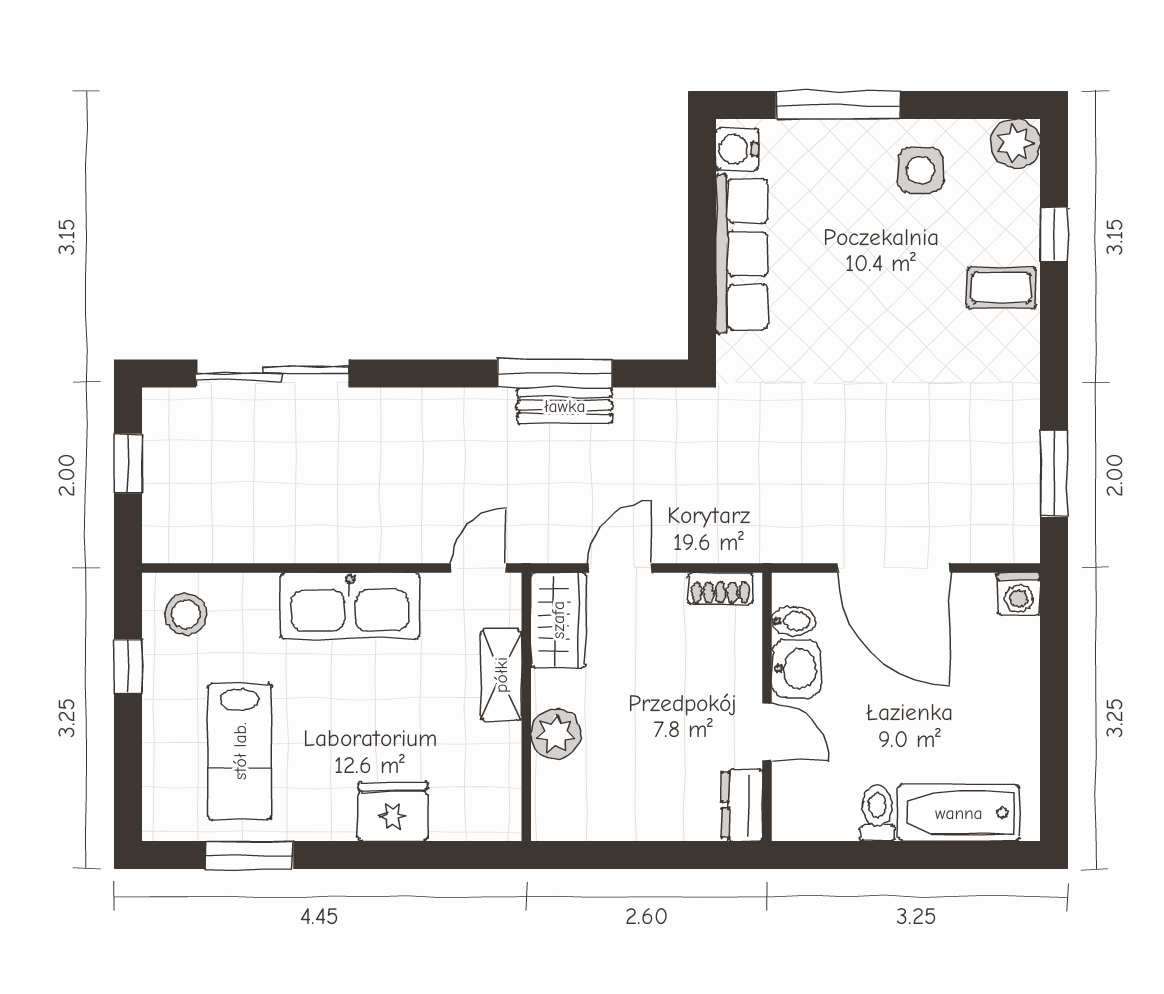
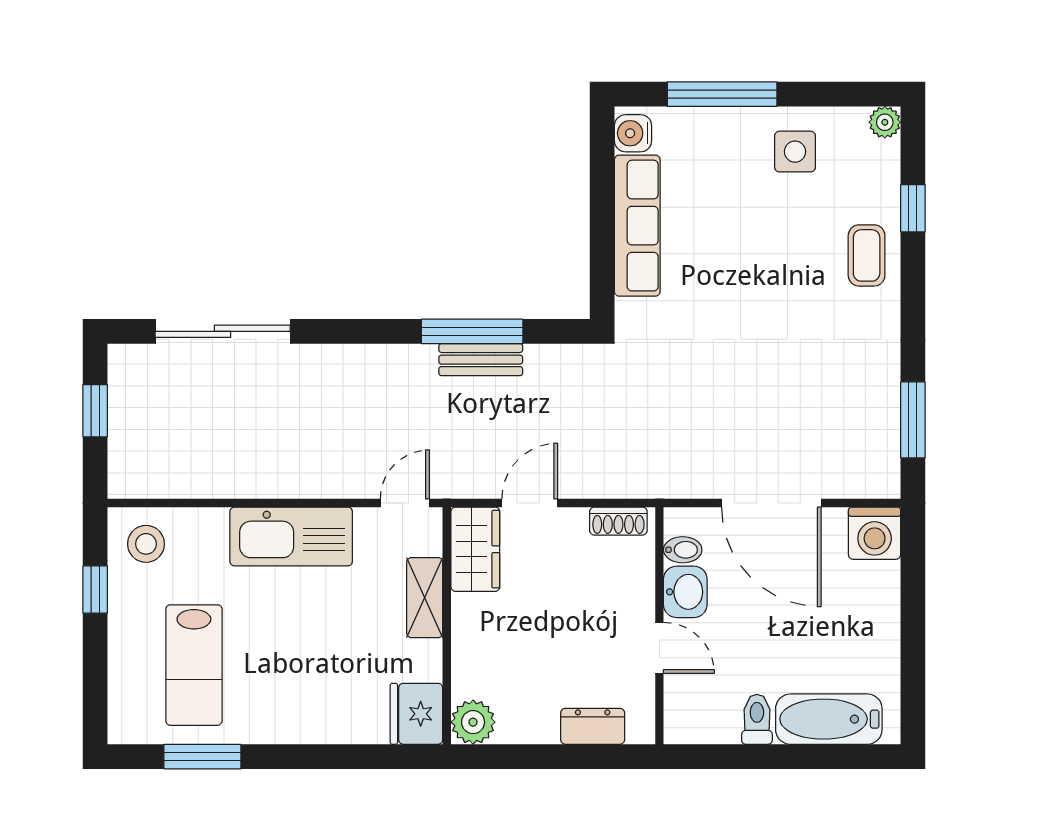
plant: (1015, 144) -> (885, 122), width x0.73, depth x0.73
coffee table: (1001, 288) -> (867, 255), turned 90
washing machine: (1019, 594) -> (875, 533), width x1.38, depth x1.38
plant: (556, 734) -> (473, 722), moved
dresser: (742, 805) -> (593, 726), moved, turned 90
fridge: (393, 811) -> (416, 714), moved, turned -90

